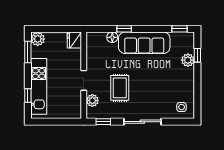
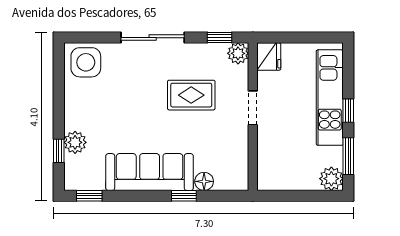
fridge: (74, 40) -> (269, 56), moved
rug: (120, 88) -> (191, 95), turned 90
window: (28, 95) -> (348, 111), moved
plant: (92, 100) -> (238, 53), moved
side table: (182, 107) -> (86, 62), width x1.87, depth x1.87

